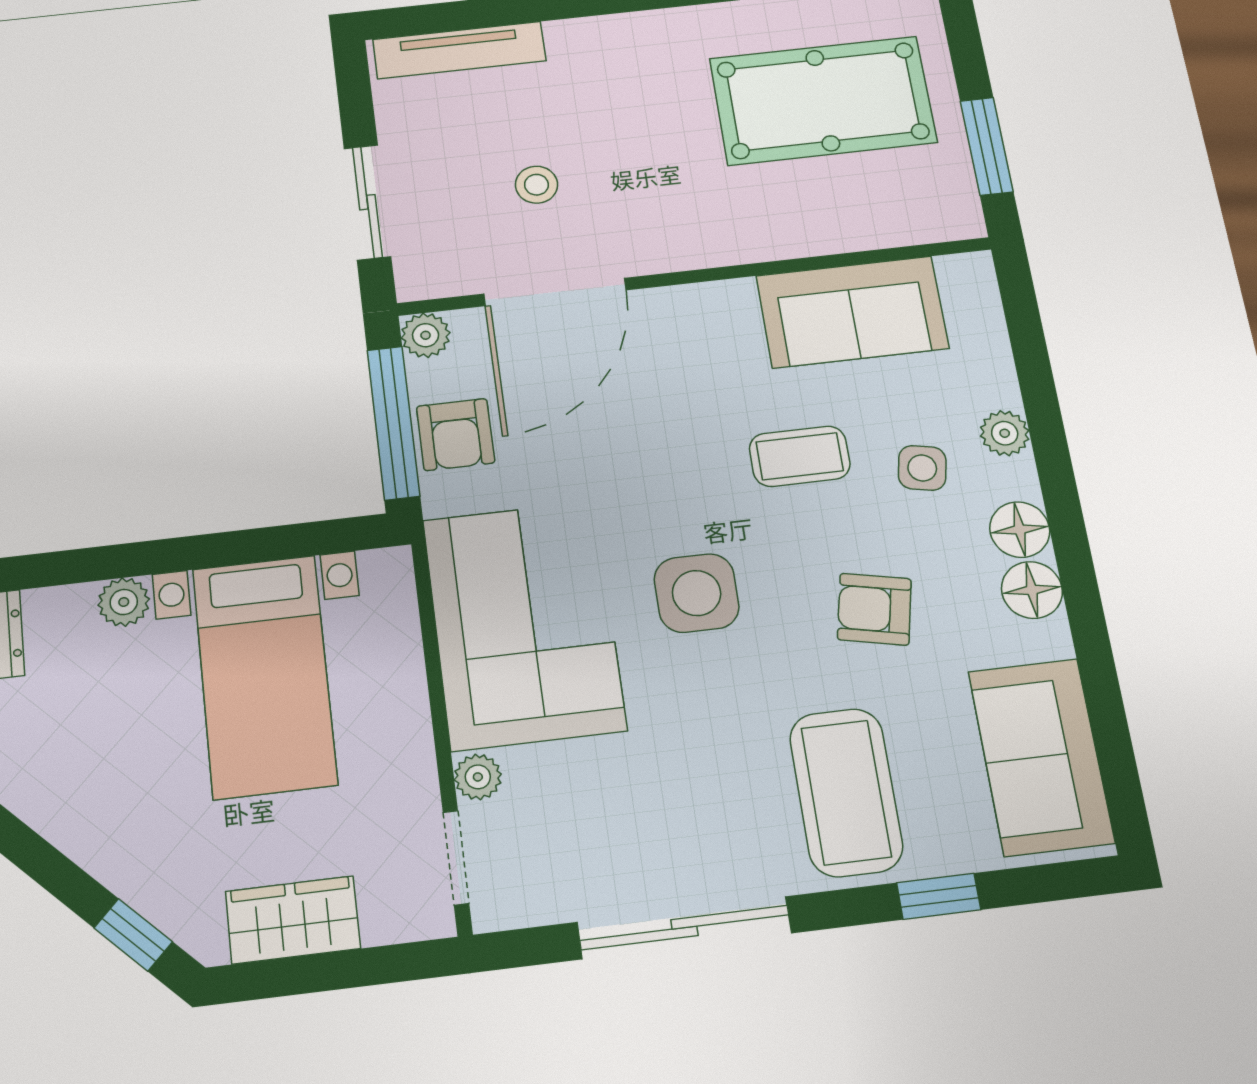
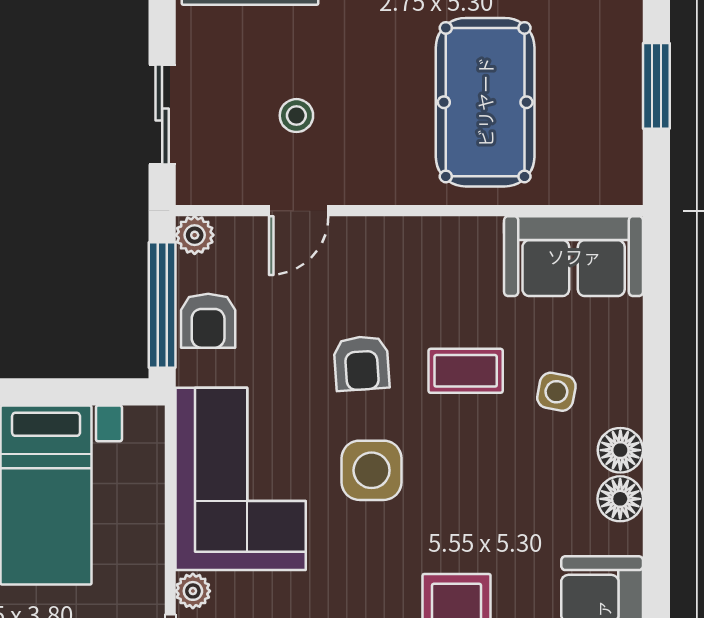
pool table: (823, 100) -> (485, 102), moved, turned 90
window: (987, 146) -> (656, 86), moved
door: (555, 292) -> (299, 211), width x0.53
sofa: (852, 312) -> (574, 256), moved
plant: (1005, 433) -> (624, 371), removed
armchair: (874, 609) -> (361, 363), moved, turned -106

